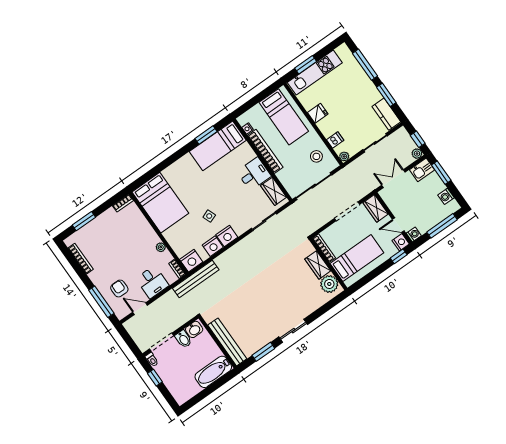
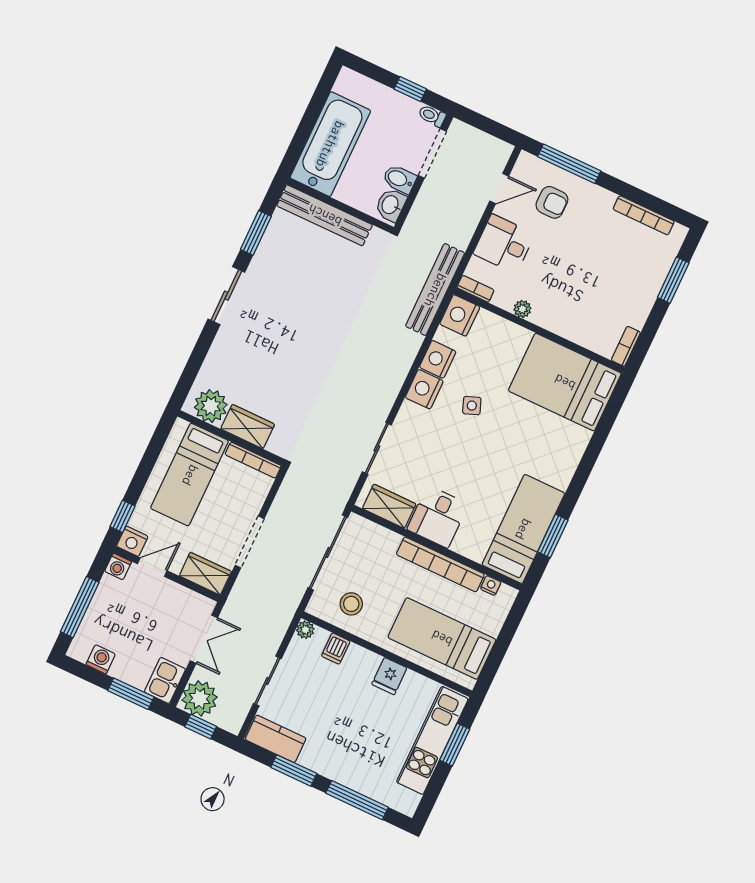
plant: (417, 154) -> (200, 699), width x1.88, depth x1.88
bathtub: (213, 372) -> (330, 144), width x1.36, depth x1.36

